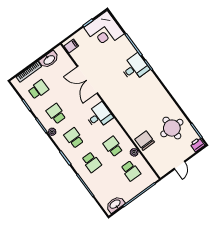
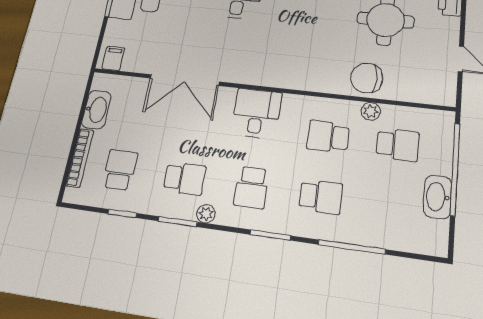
school desk: (56, 114) -> (185, 178), turned 180
school desk: (74, 138) -> (251, 187), turned -90
washbasin: (115, 204) -> (438, 197), moved

